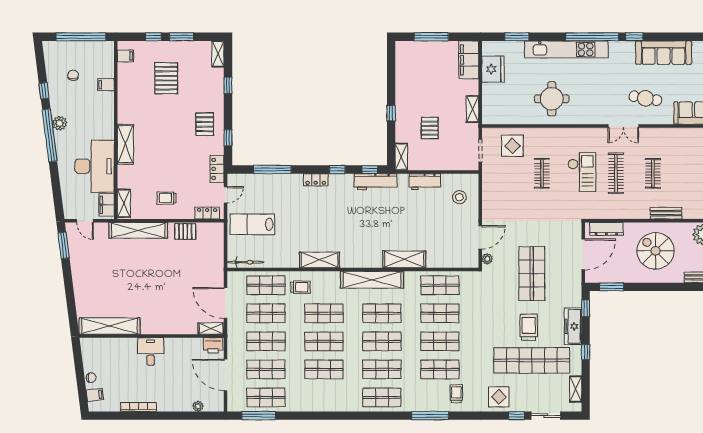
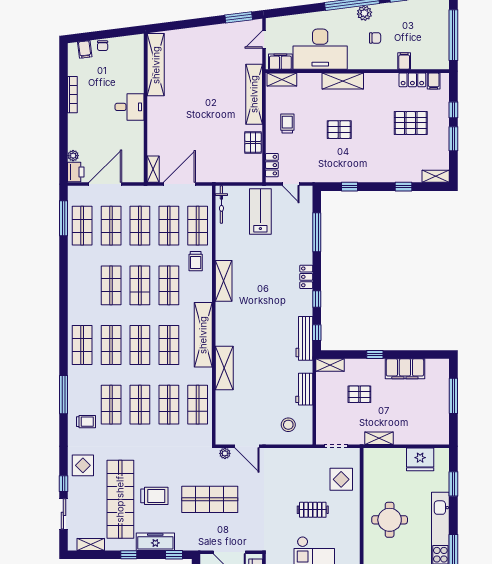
filing cabinet: (469, 60) -> (405, 369), moved, turned 180
chair: (73, 75) -> (375, 38), moved
pallet: (205, 124) -> (339, 130), moved
locker: (217, 169) -> (412, 80), moved, turned 180
printer: (213, 345) -> (76, 172), moved, turned 180

